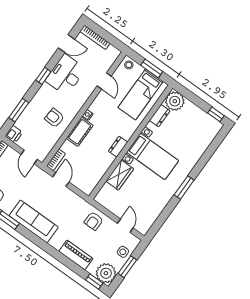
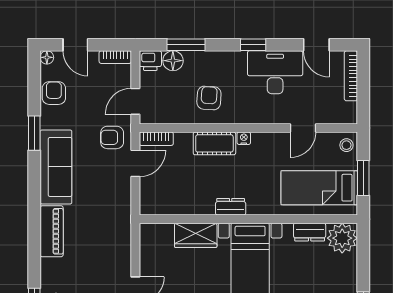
floor lamp: (22, 123) -> (173, 61), added
armchair: (94, 221) -> (112, 137), moved
piano: (76, 255) -> (52, 231), moved

